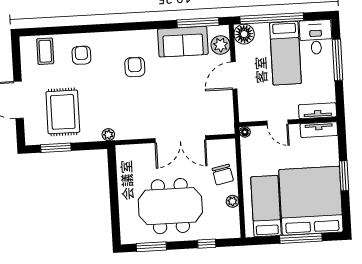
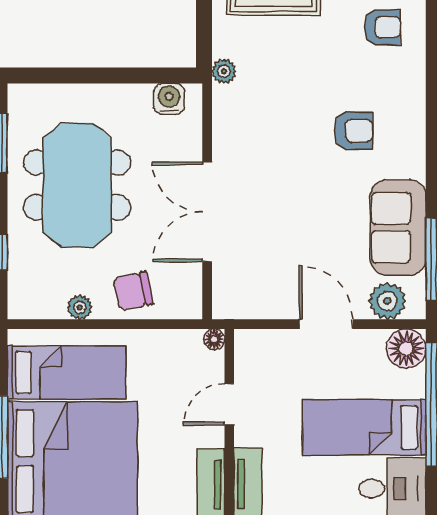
water cooler: (124, 162) -> (169, 99), added

